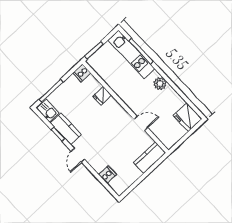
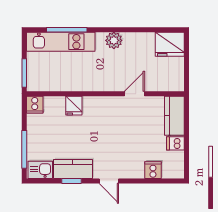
dishwasher: (135, 173) -> (175, 143), added

